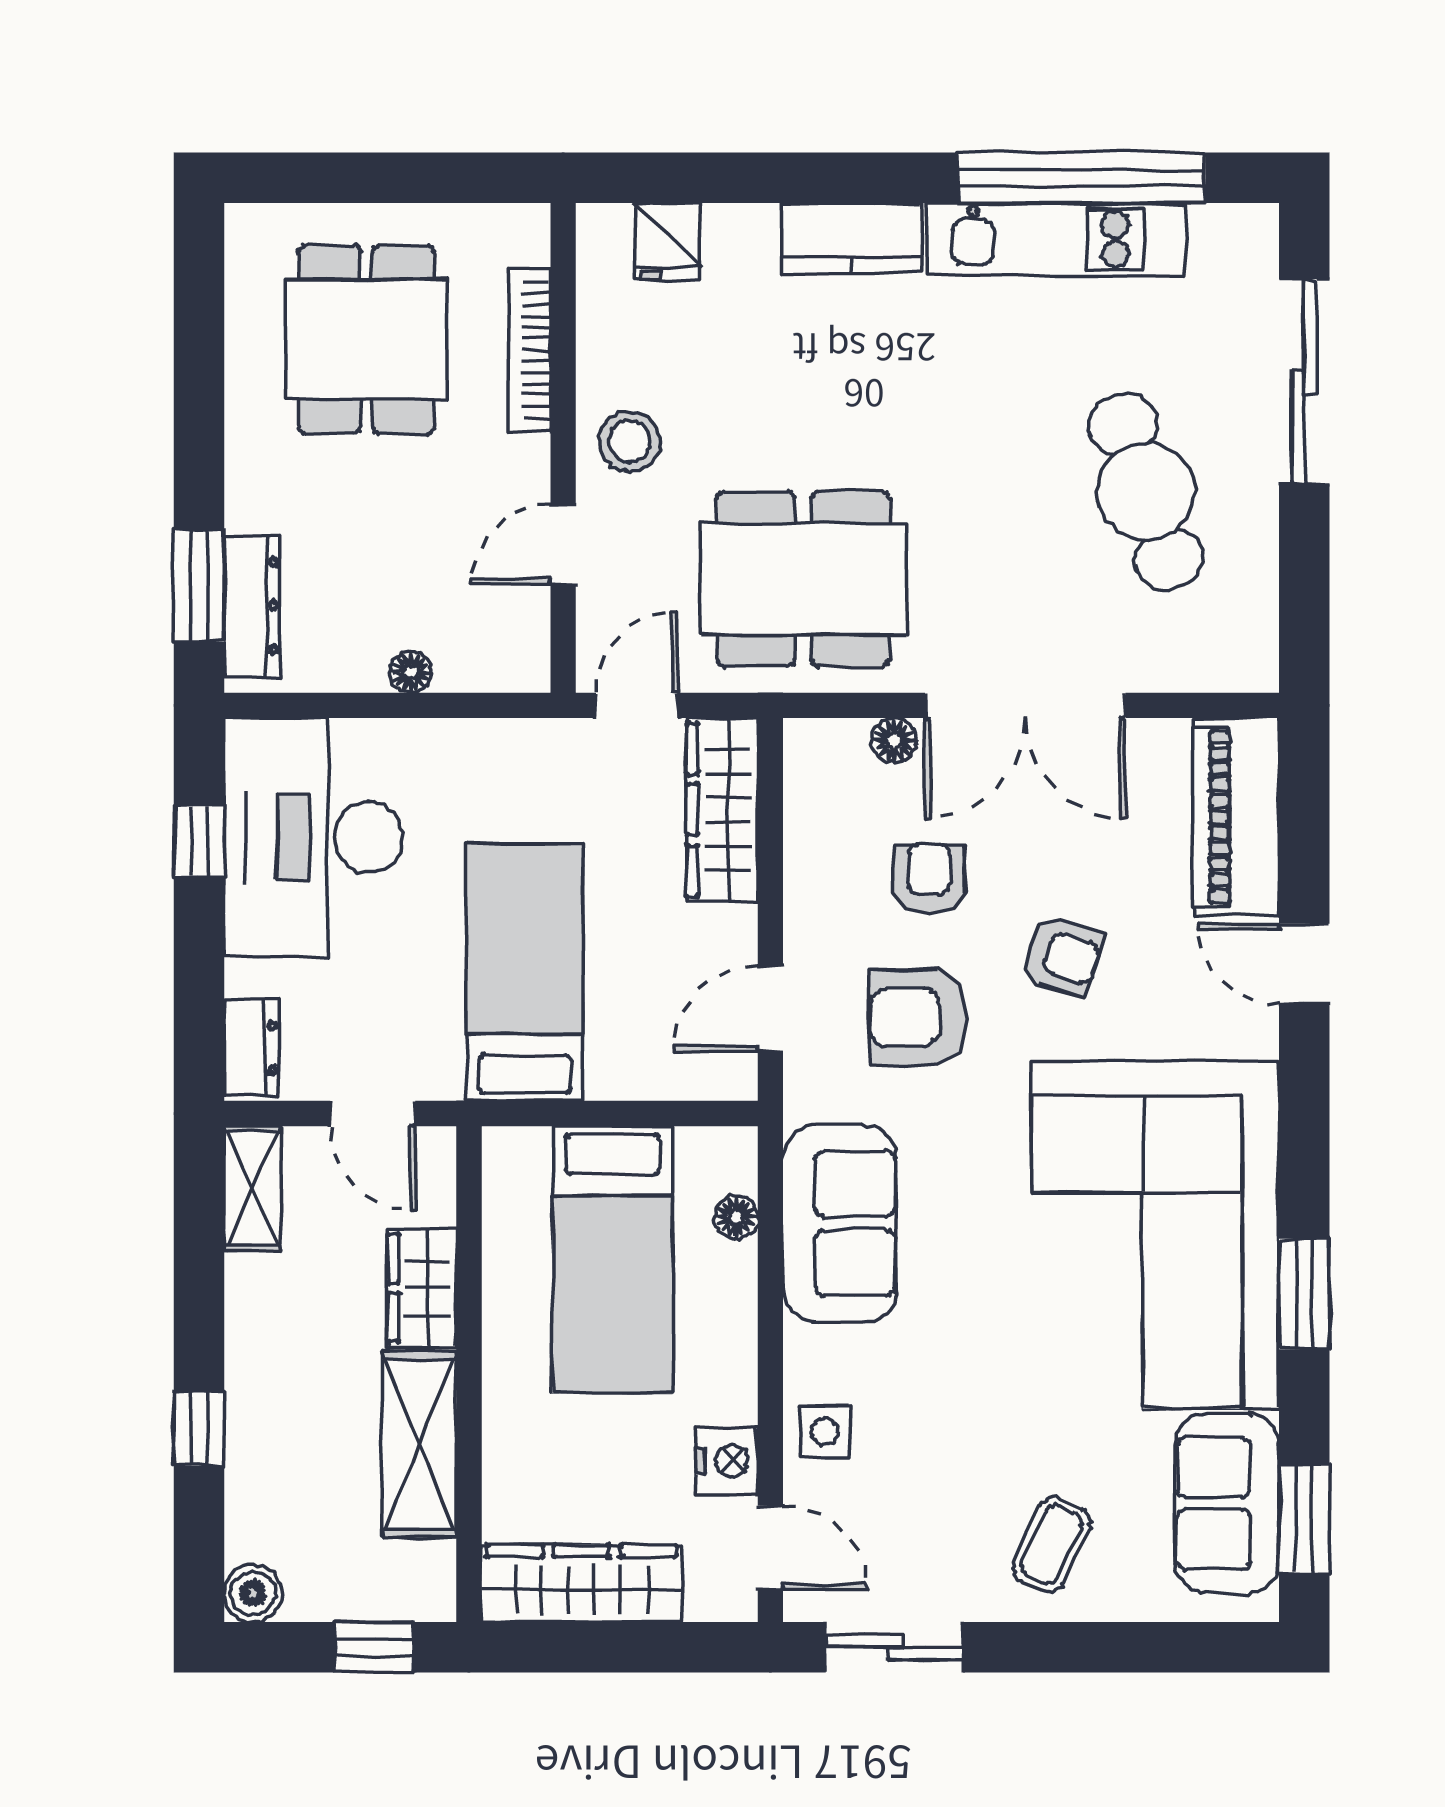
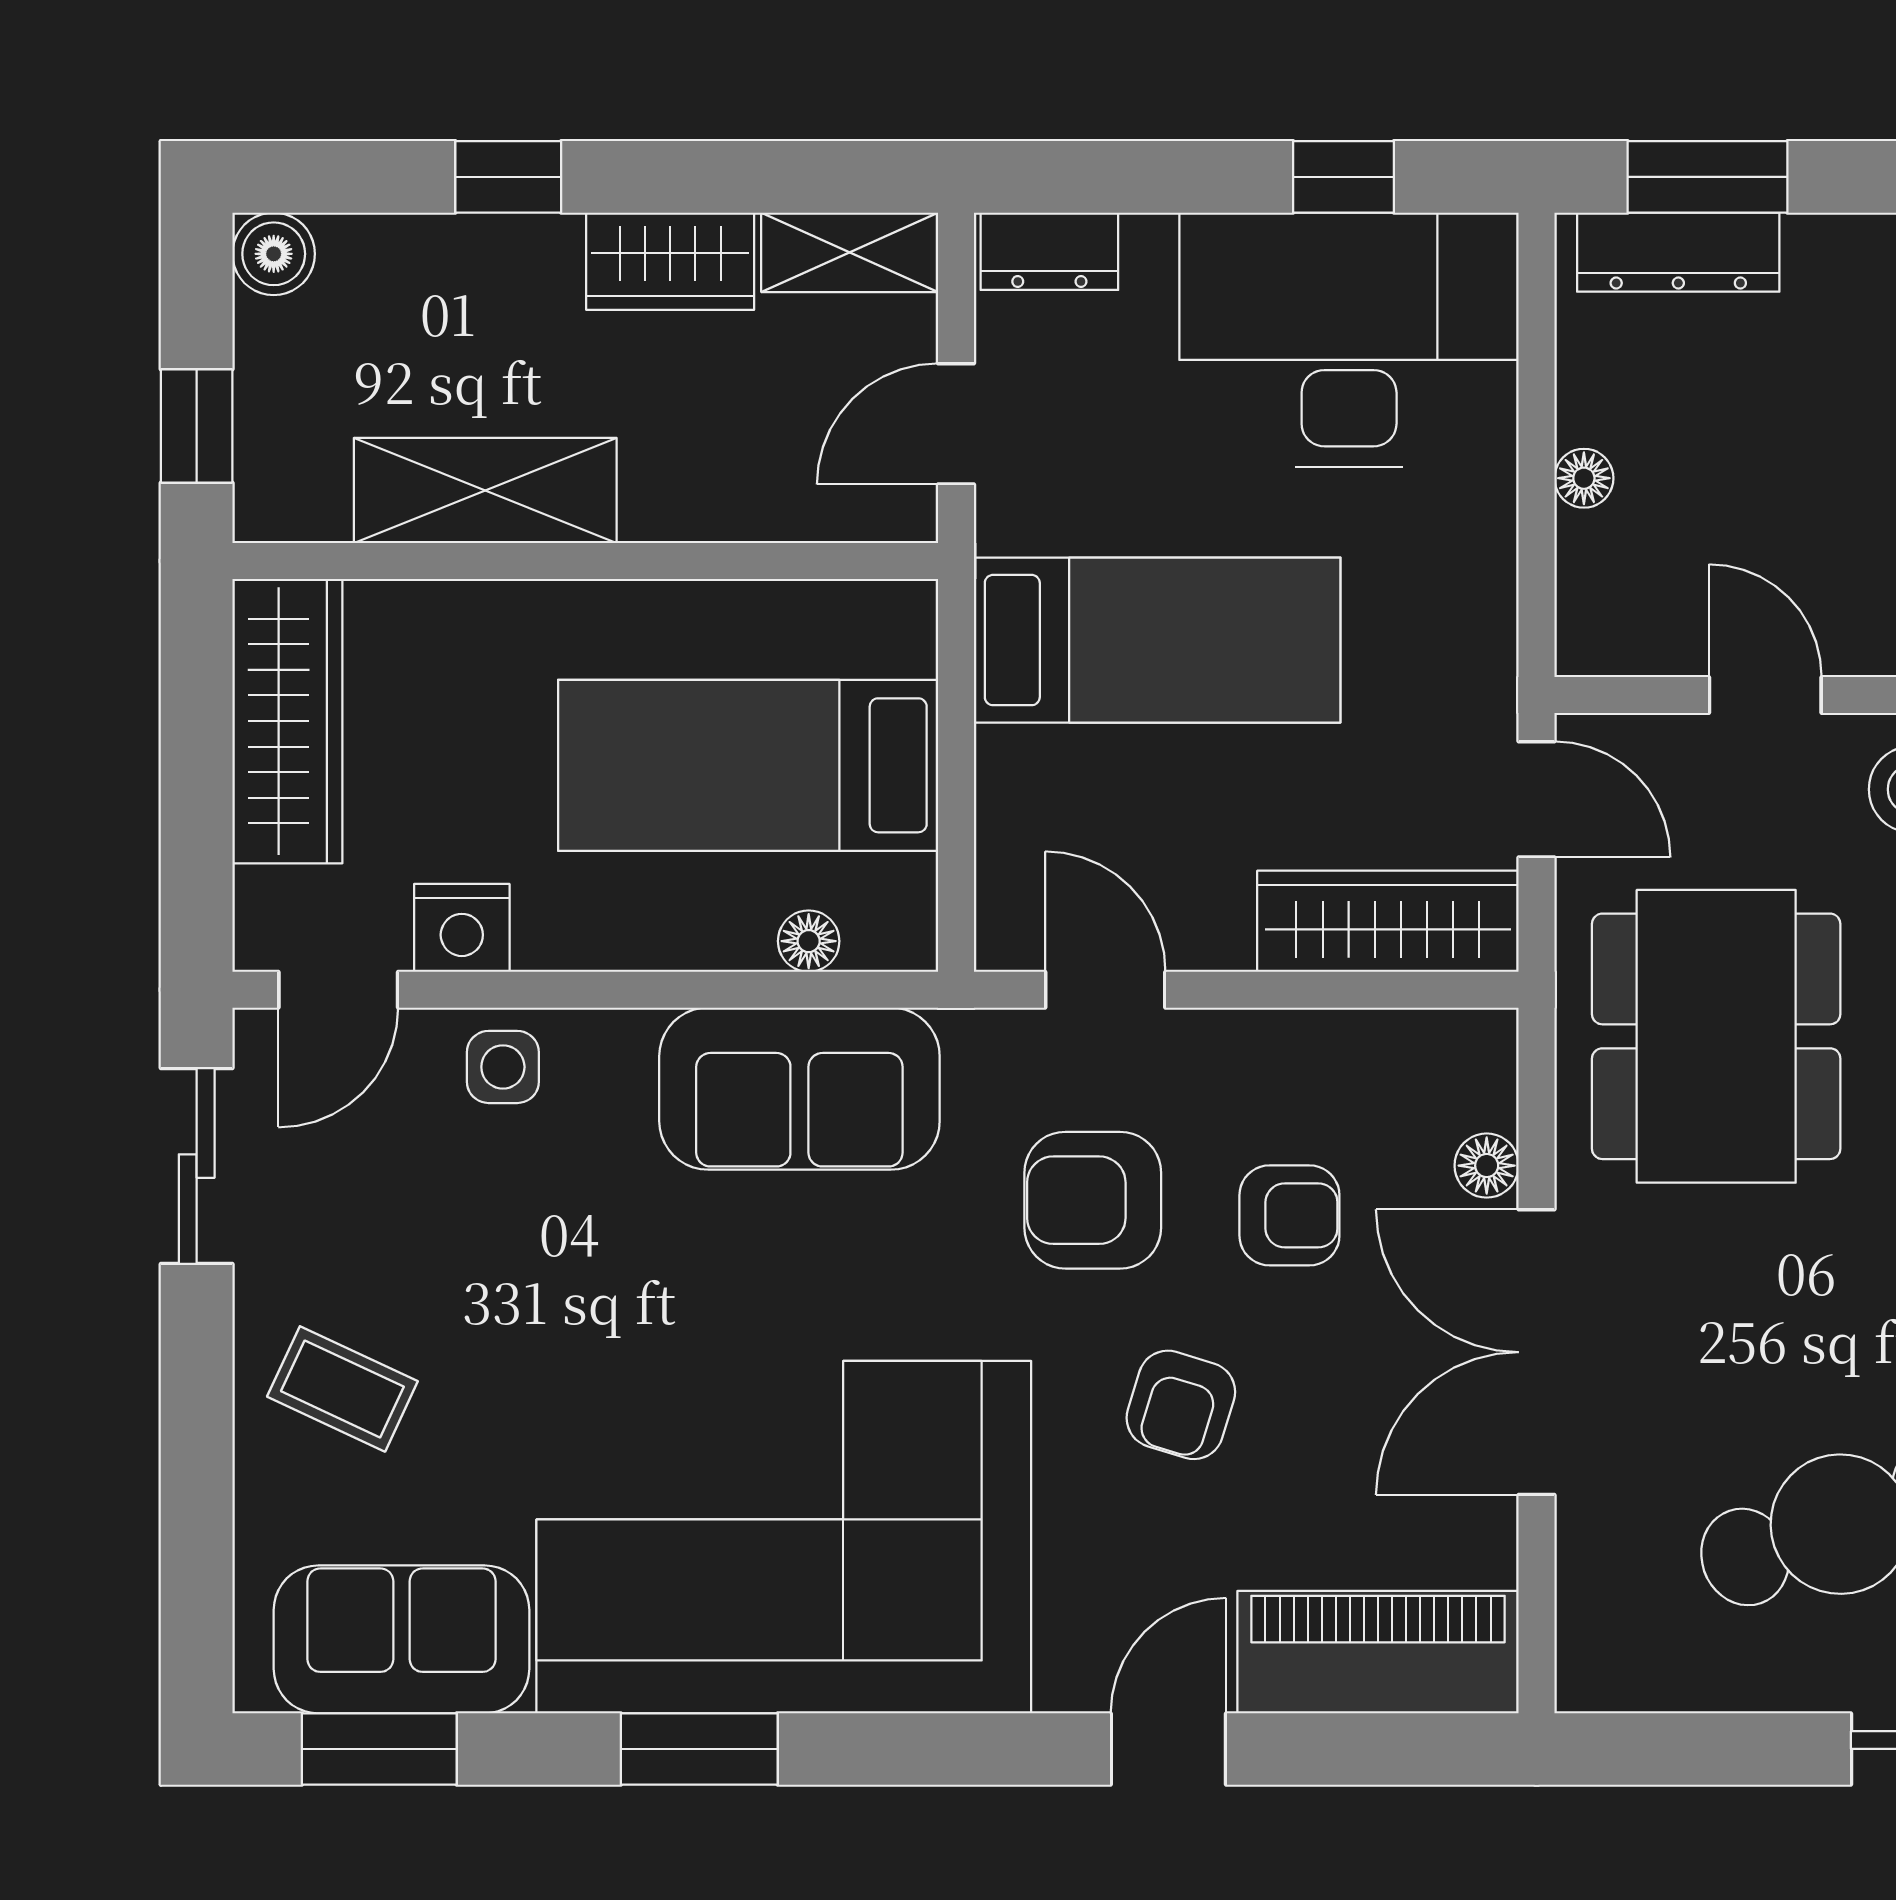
armchair: (918, 1017) -> (1093, 1200), turned -90
wardrobe: (422, 1288) -> (670, 261), moved, turned 180

